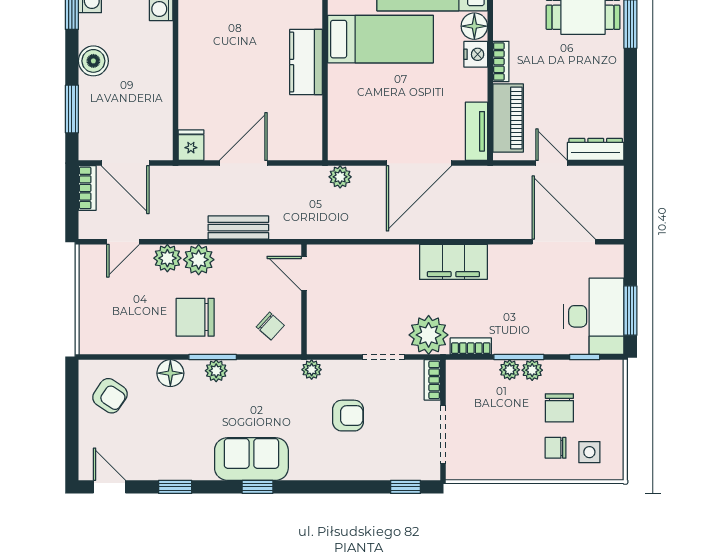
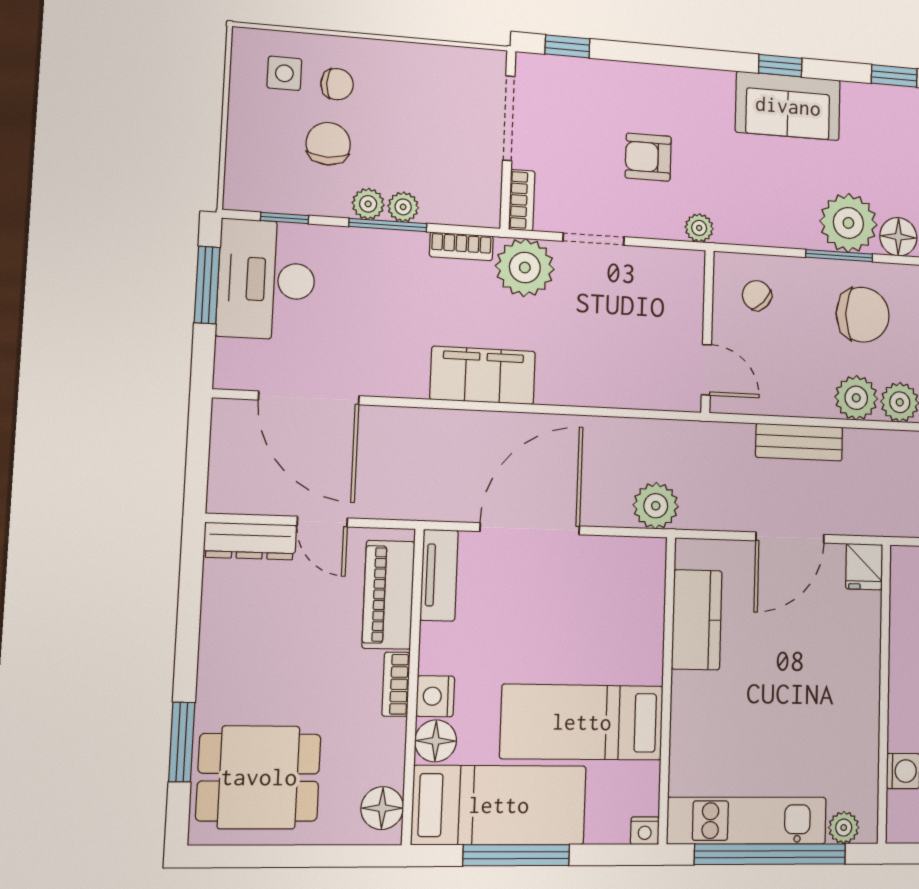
kitchen counter: (306, 62) -> (697, 620), moved
plant: (340, 177) -> (656, 506), width x1.38, depth x1.38
plant: (216, 371) -> (848, 223), width x1.87, depth x1.87

